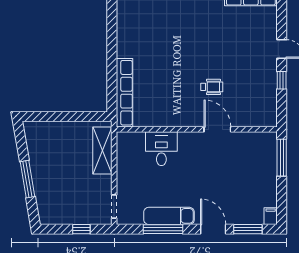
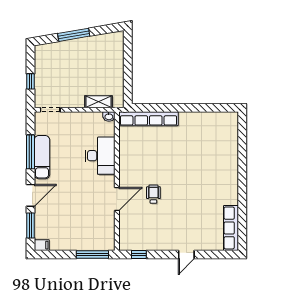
window: (282, 80) -> (139, 255), moved
wheelchair: (212, 87) -> (153, 194), turned 180
washbasin: (122, 138) -> (109, 117), added
desk: (161, 149) -> (100, 156), width x1.37
shelving: (102, 151) -> (98, 102), width x0.67, depth x0.75

